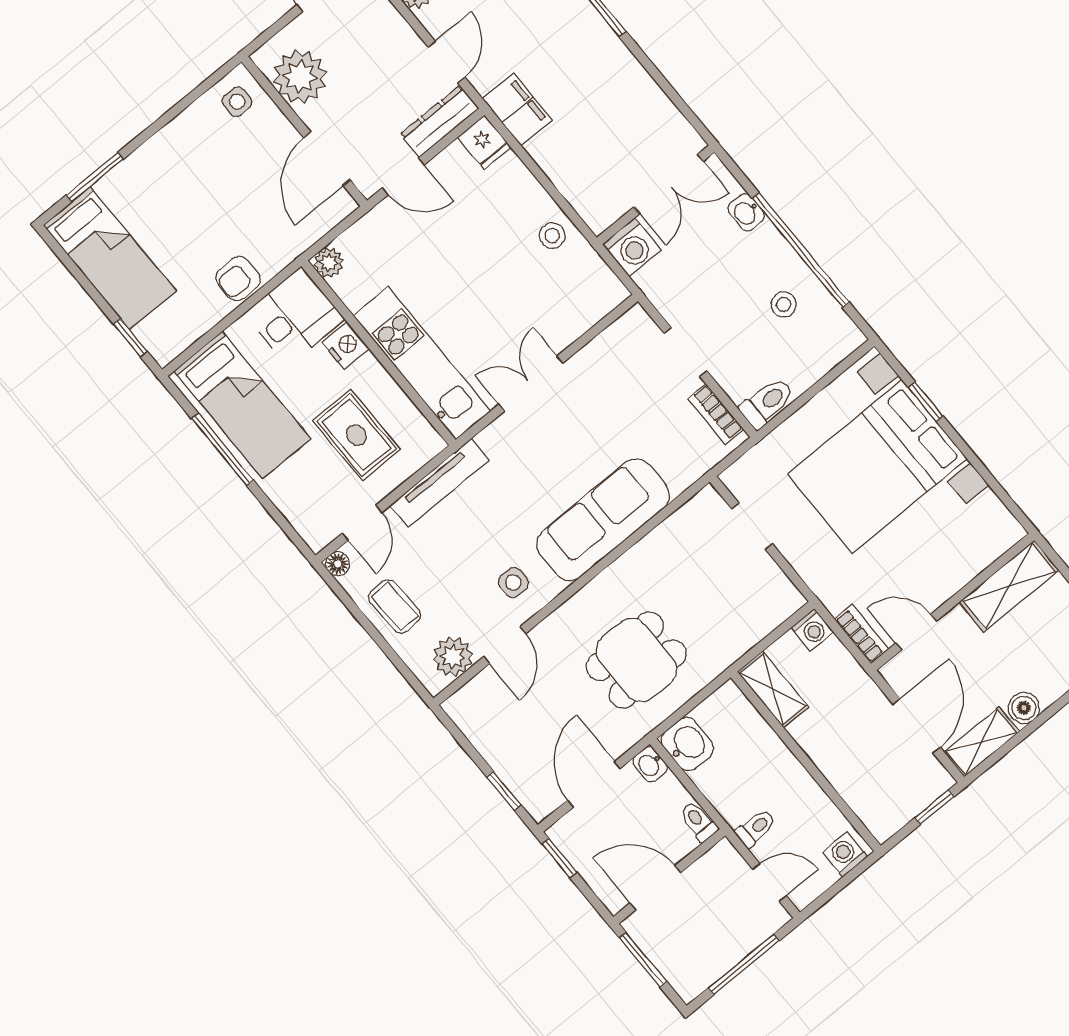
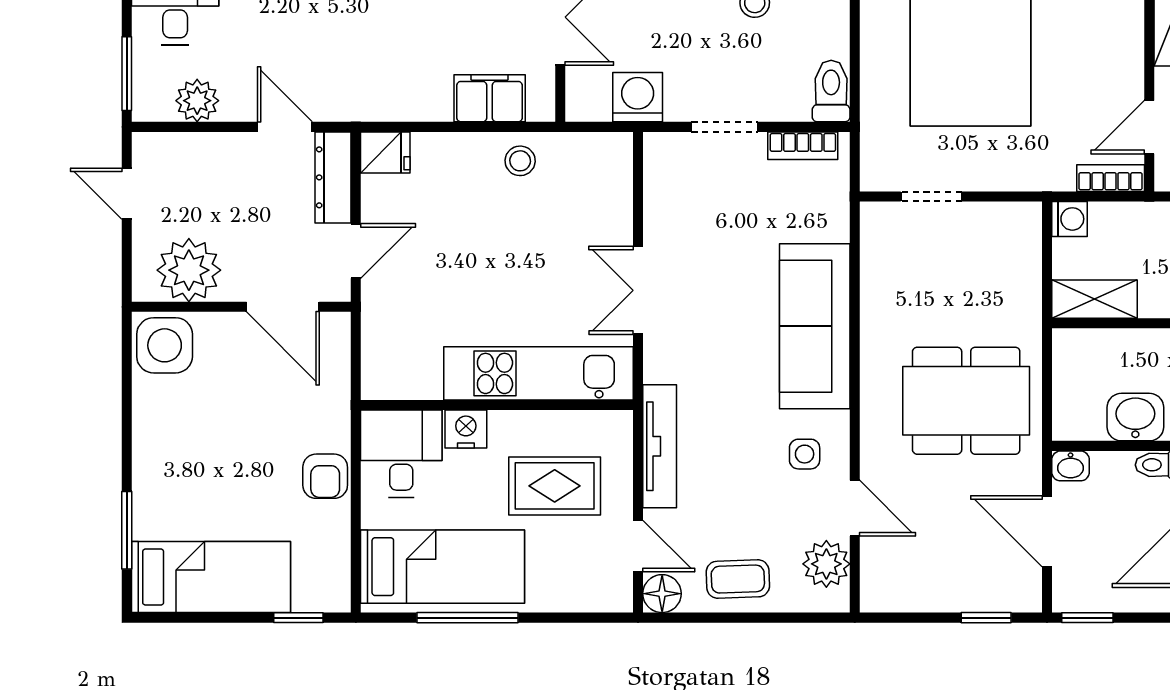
side table: (237, 102) -> (165, 345), width x1.87, depth x1.87
filing cabinet: (517, 110) -> (490, 98), moved
washing machine: (632, 247) -> (638, 97), moved, turned -90
plant: (329, 263) -> (378, 383), removed
floor lamp: (338, 564) -> (662, 594), width x1.37, depth x1.37
dining table: (636, 660) -> (966, 401), width x1.37
washbasin: (687, 744) -> (1135, 417), moved

